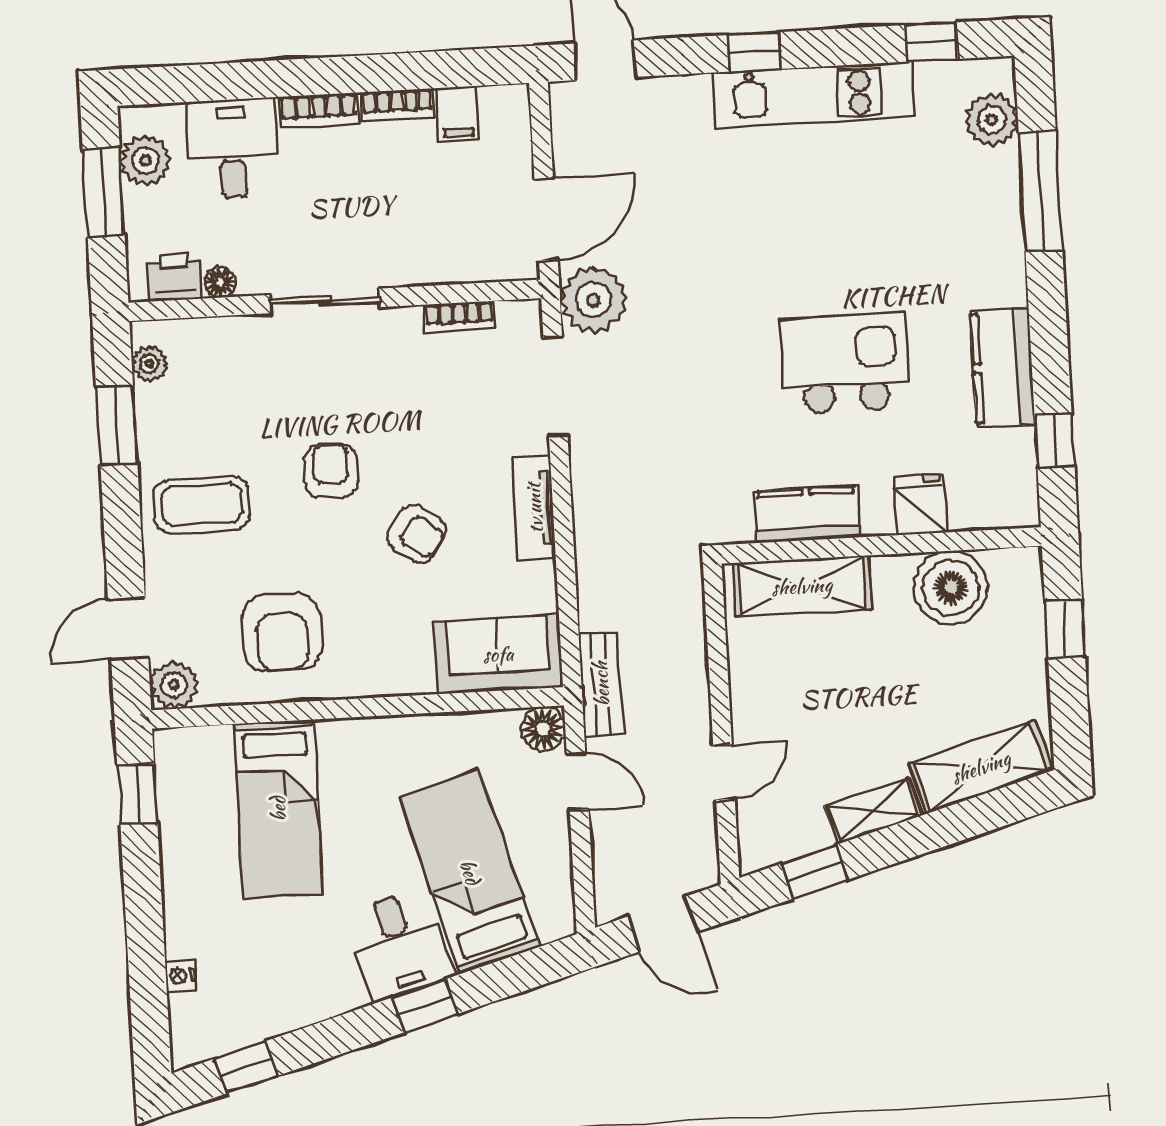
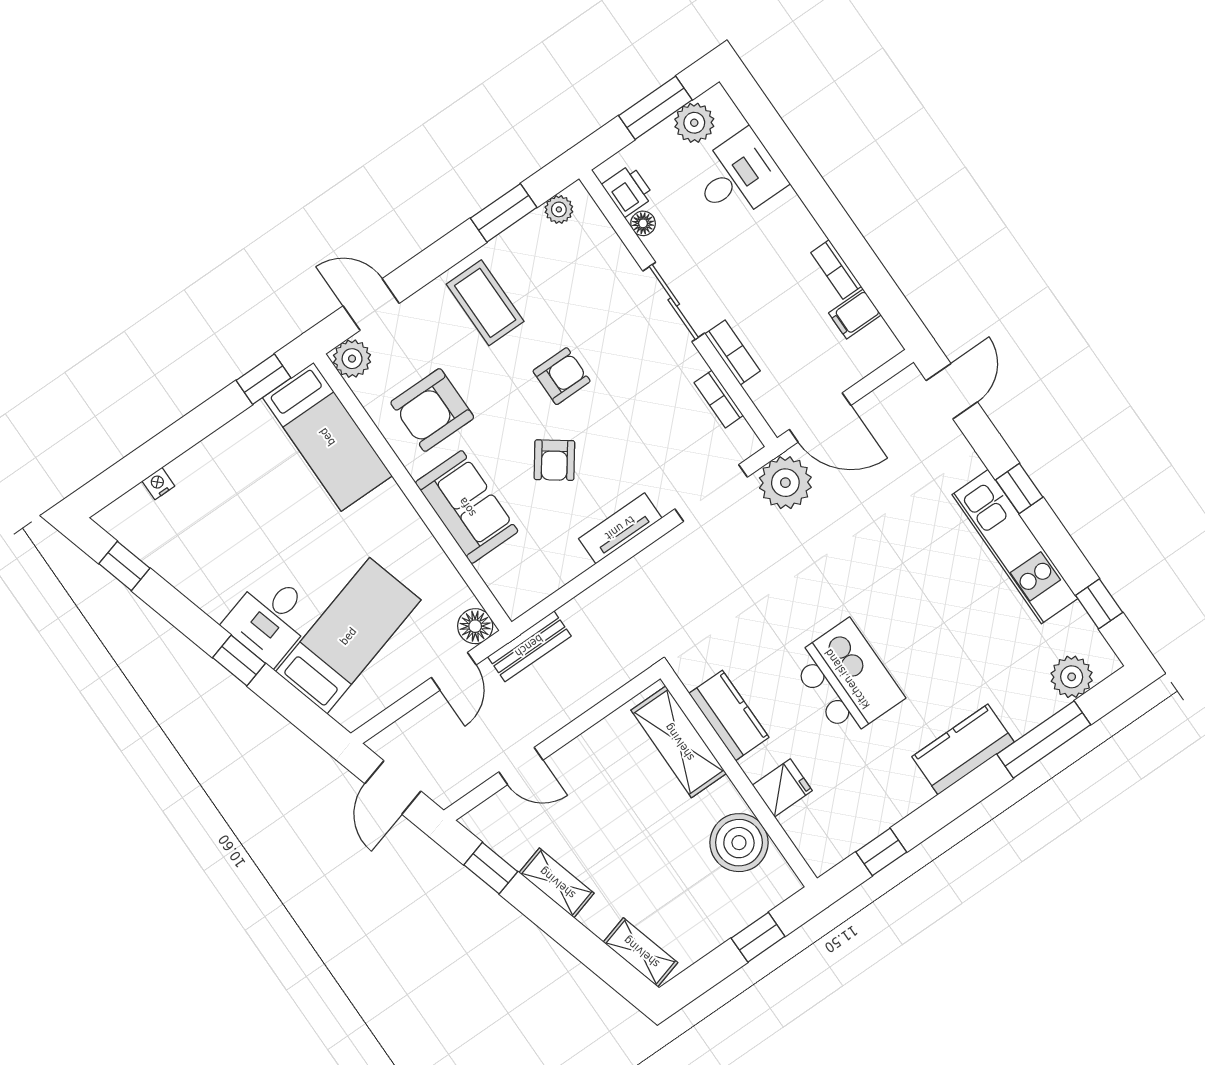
bookcase: (319, 110) -> (733, 352), moved, turned 180
kitchen counter: (1003, 368) -> (963, 749), moved
sofa: (498, 654) -> (467, 507), moved
shelving: (981, 767) -> (641, 952), width x0.67, depth x0.75
bed: (278, 809) -> (327, 437), moved, turned -90

